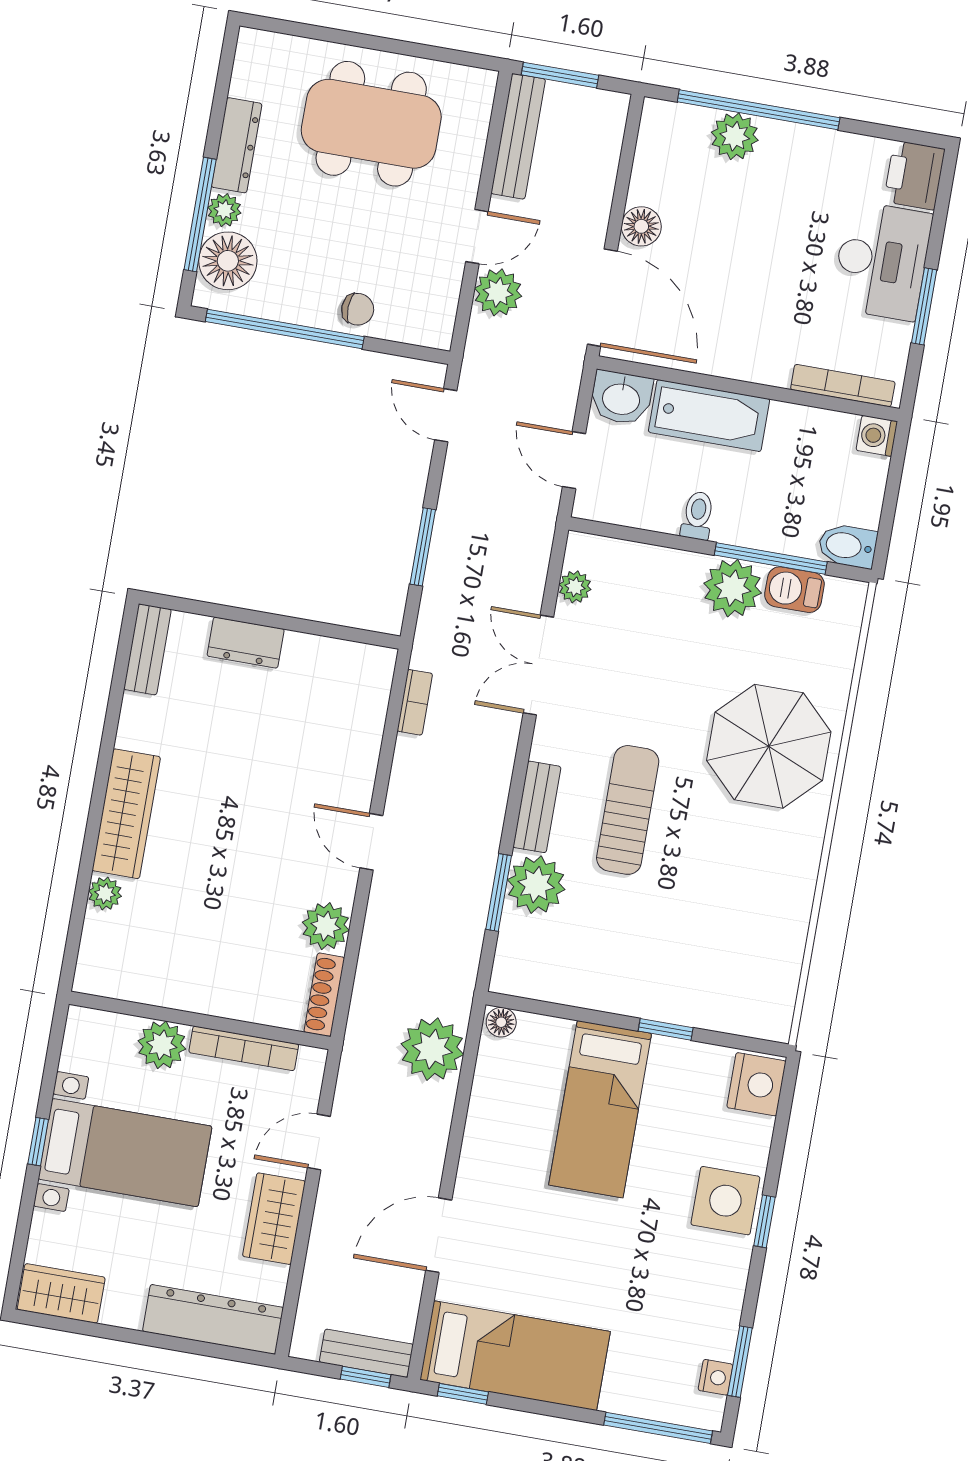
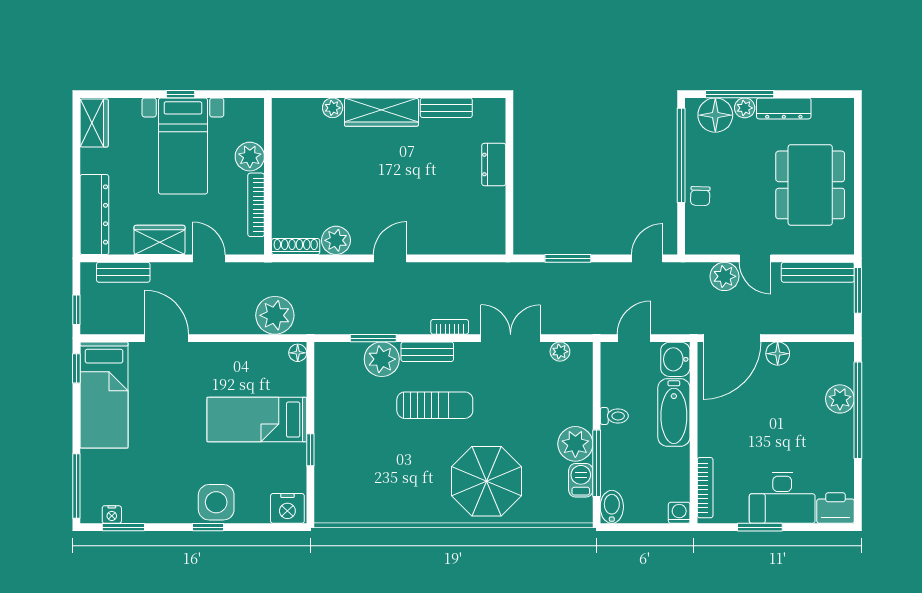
bench: (147, 649) -> (446, 108), moved
bookcase: (415, 702) -> (450, 327), moved, turned 180
bench: (366, 1353) -> (123, 272), moved, turned 90

